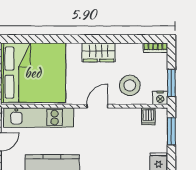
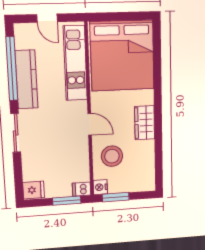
bookcase: (155, 48) -> (150, 179), removed
dishwasher: (148, 116) -> (81, 189), moved

